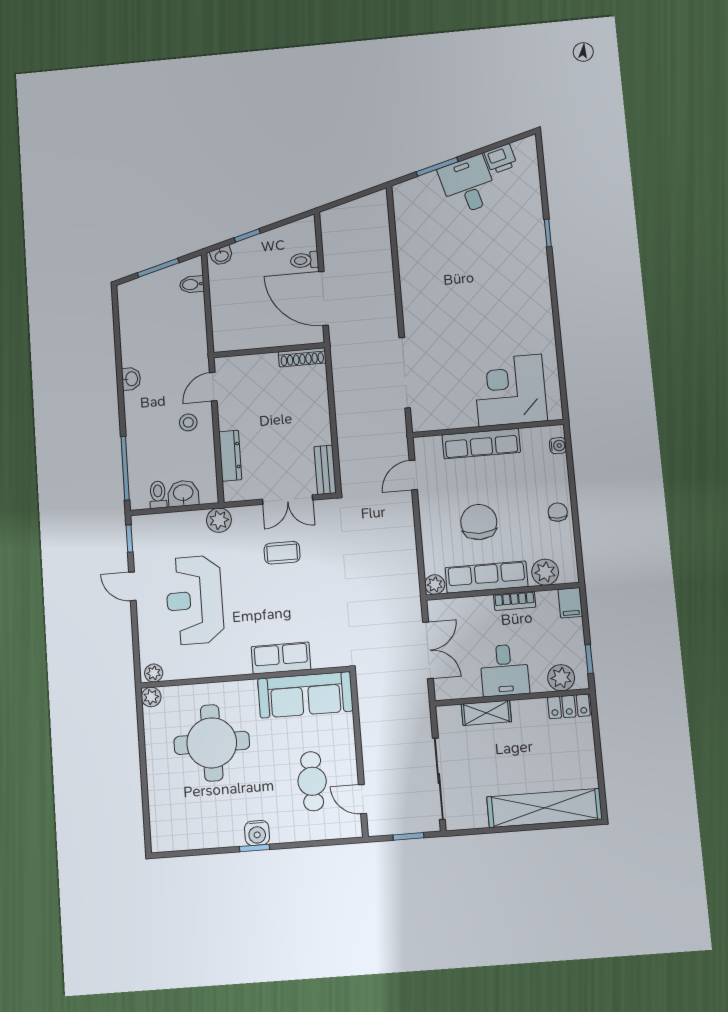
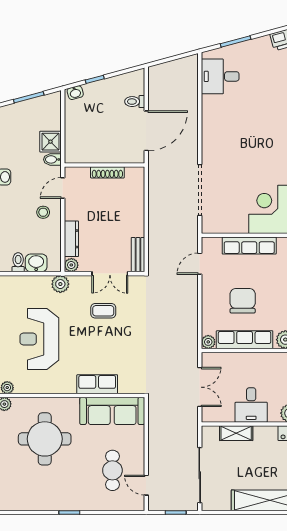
desk: (468, 185) -> (220, 76), moved, turned -75
bidet: (192, 284) -> (52, 159), moved
door: (323, 298) -> (146, 131), swing flipped
shower: (192, 325) -> (50, 142), added
shoe rack: (302, 357) -> (107, 172), moved
plant: (233, 492) -> (71, 265), added
bookcase: (515, 601) -> (262, 358), removed
water cooler: (257, 833) -> (72, 503), removed

